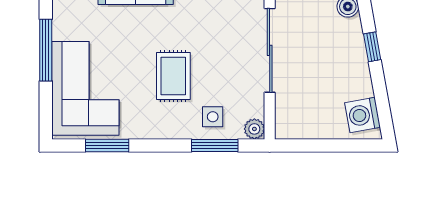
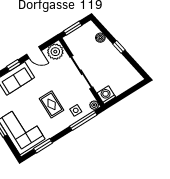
washing machine: (362, 115) -> (106, 95), moved, turned 100
window: (215, 145) -> (83, 121), width x1.44

